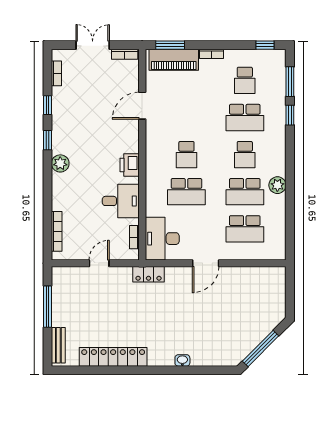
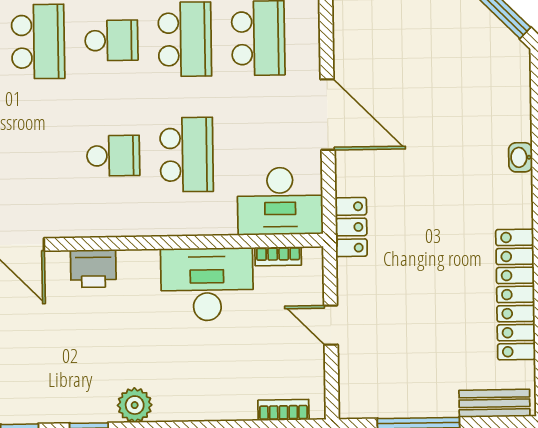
printer: (130, 165) -> (93, 269), moved
desk: (121, 201) -> (207, 284), width x1.37
bookcase: (57, 231) -> (283, 410), width x0.64
door: (206, 263) -> (328, 115), width x1.36

